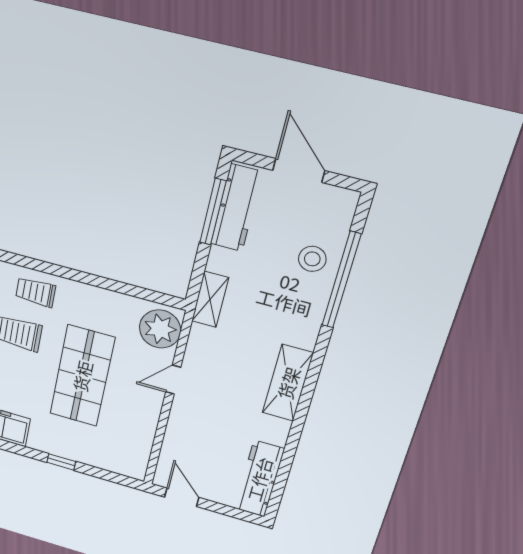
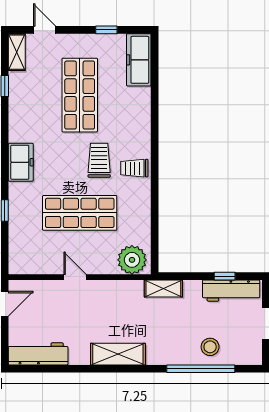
window: (213, 212) -> (225, 276), width x0.46
trolley: (36, 292) -> (134, 168), turned -90
door: (173, 380) -> (75, 277), moved

